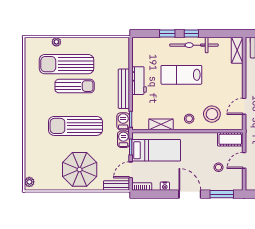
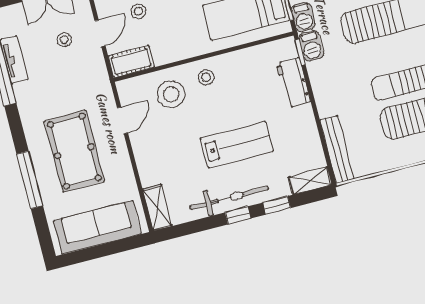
workbench: (139, 81) -> (293, 83), moved
bench: (124, 89) -> (337, 149), moved
shelving: (161, 124) -> (310, 181), moved

